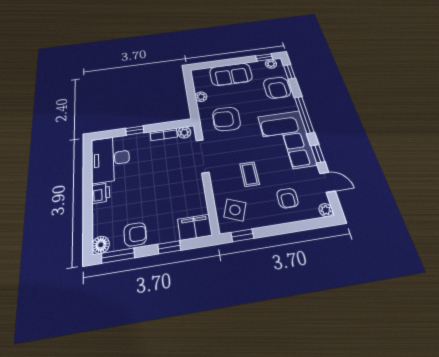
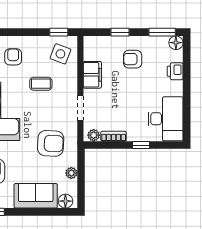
floor lamp: (202, 74) -> (65, 201), added
doorway: (202, 156) -> (80, 108), width x0.73
coffee table: (250, 174) -> (41, 84), turned 90
printer: (101, 193) -> (175, 71), moved
filing cabinet: (195, 227) -> (92, 75), moved, turned -90
armchair: (135, 234) -> (133, 59), moved

